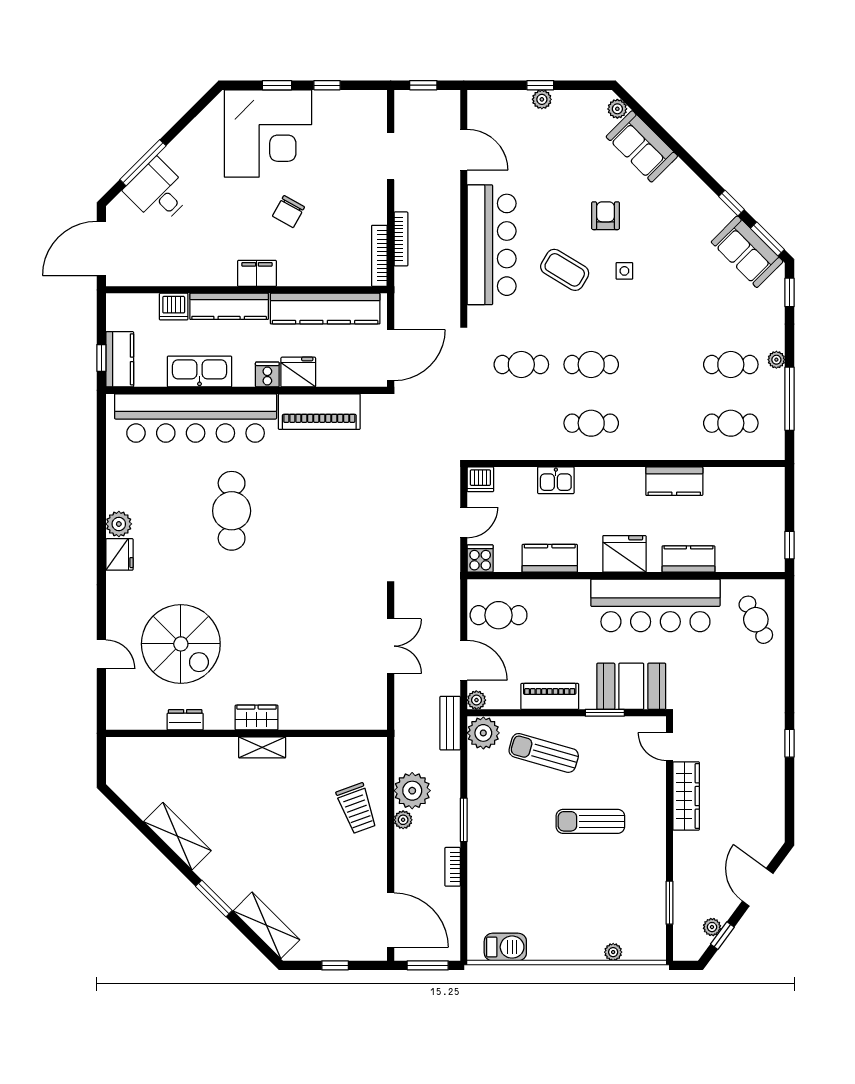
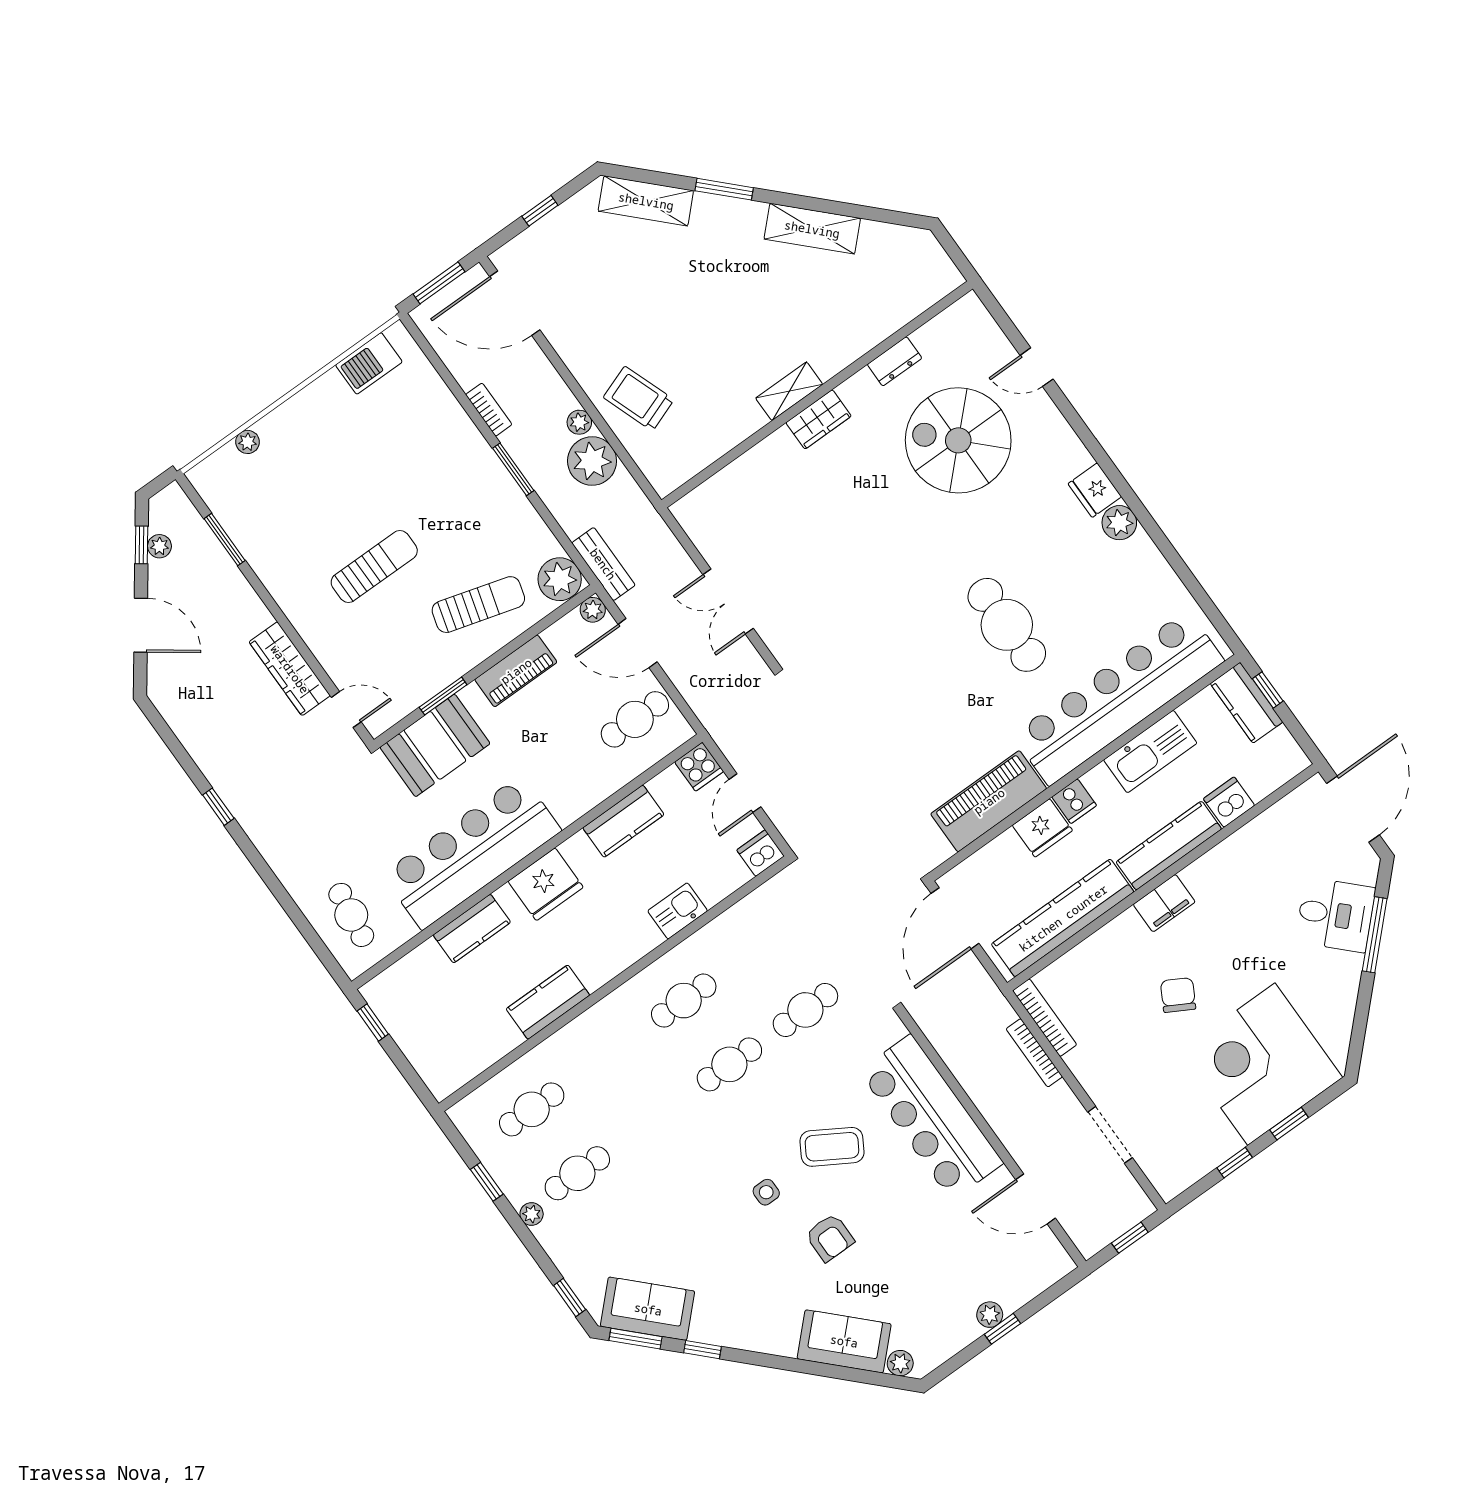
window: (790, 399) -> (487, 1182), width x0.46
cafe table: (756, 620) -> (351, 915), turned 36

